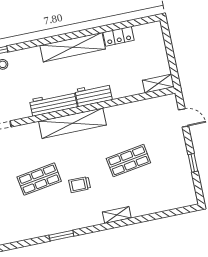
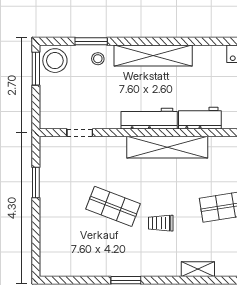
shelving: (73, 47) -> (153, 55), moved
shop shelf: (39, 179) -> (113, 206), turned 30

